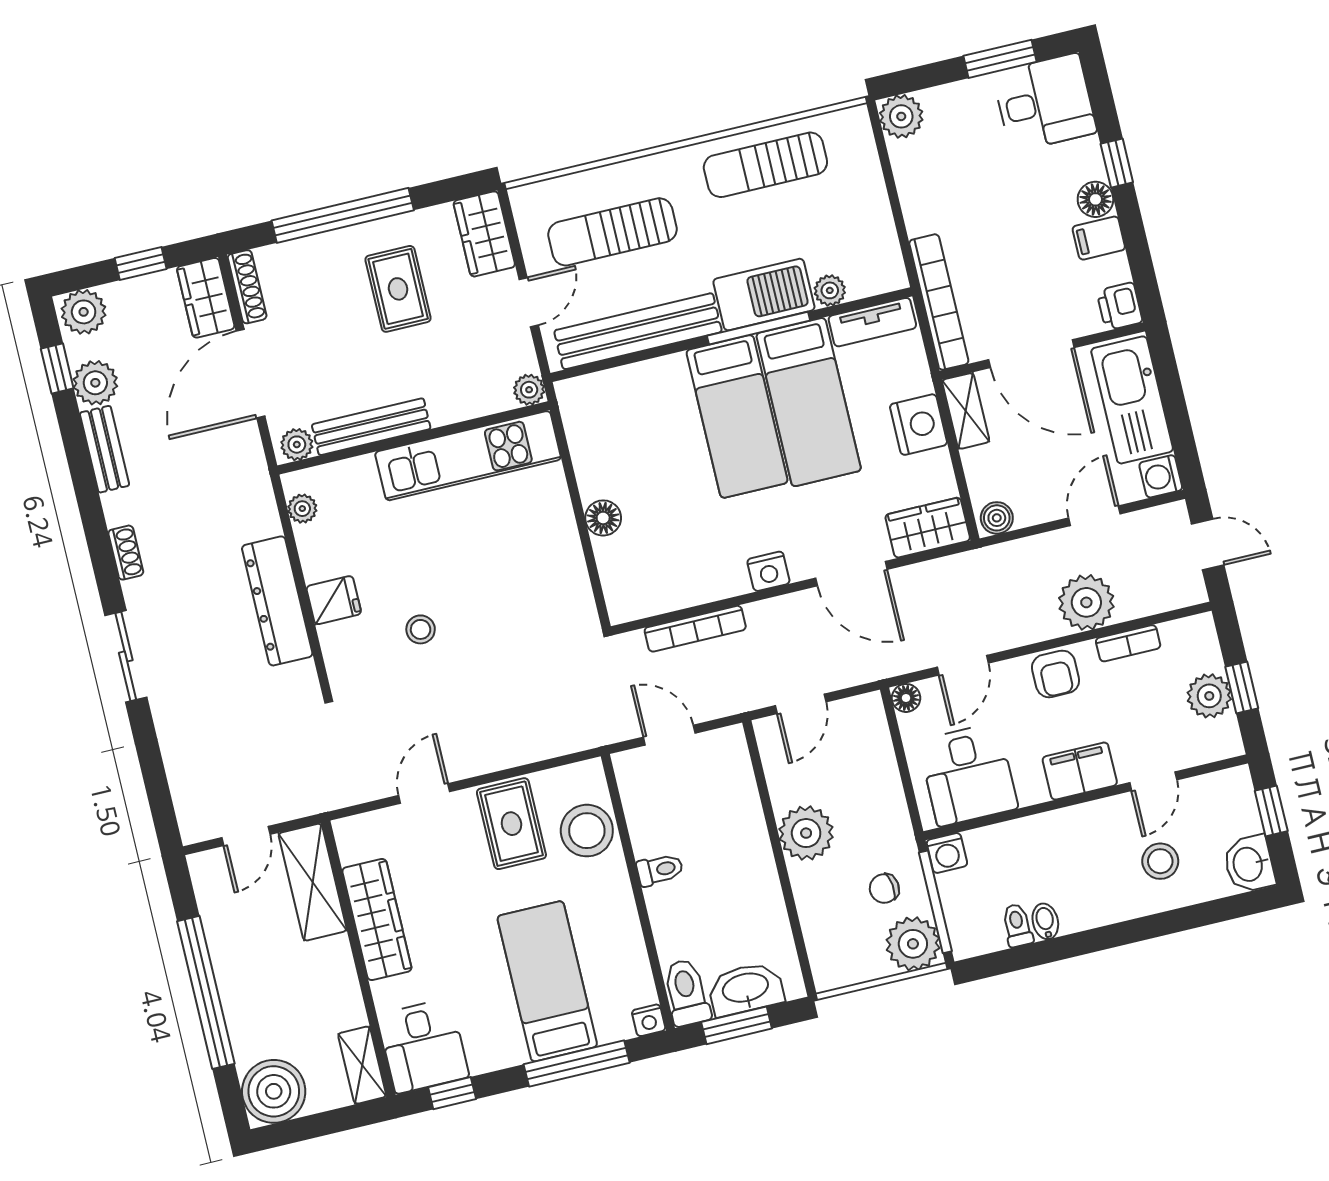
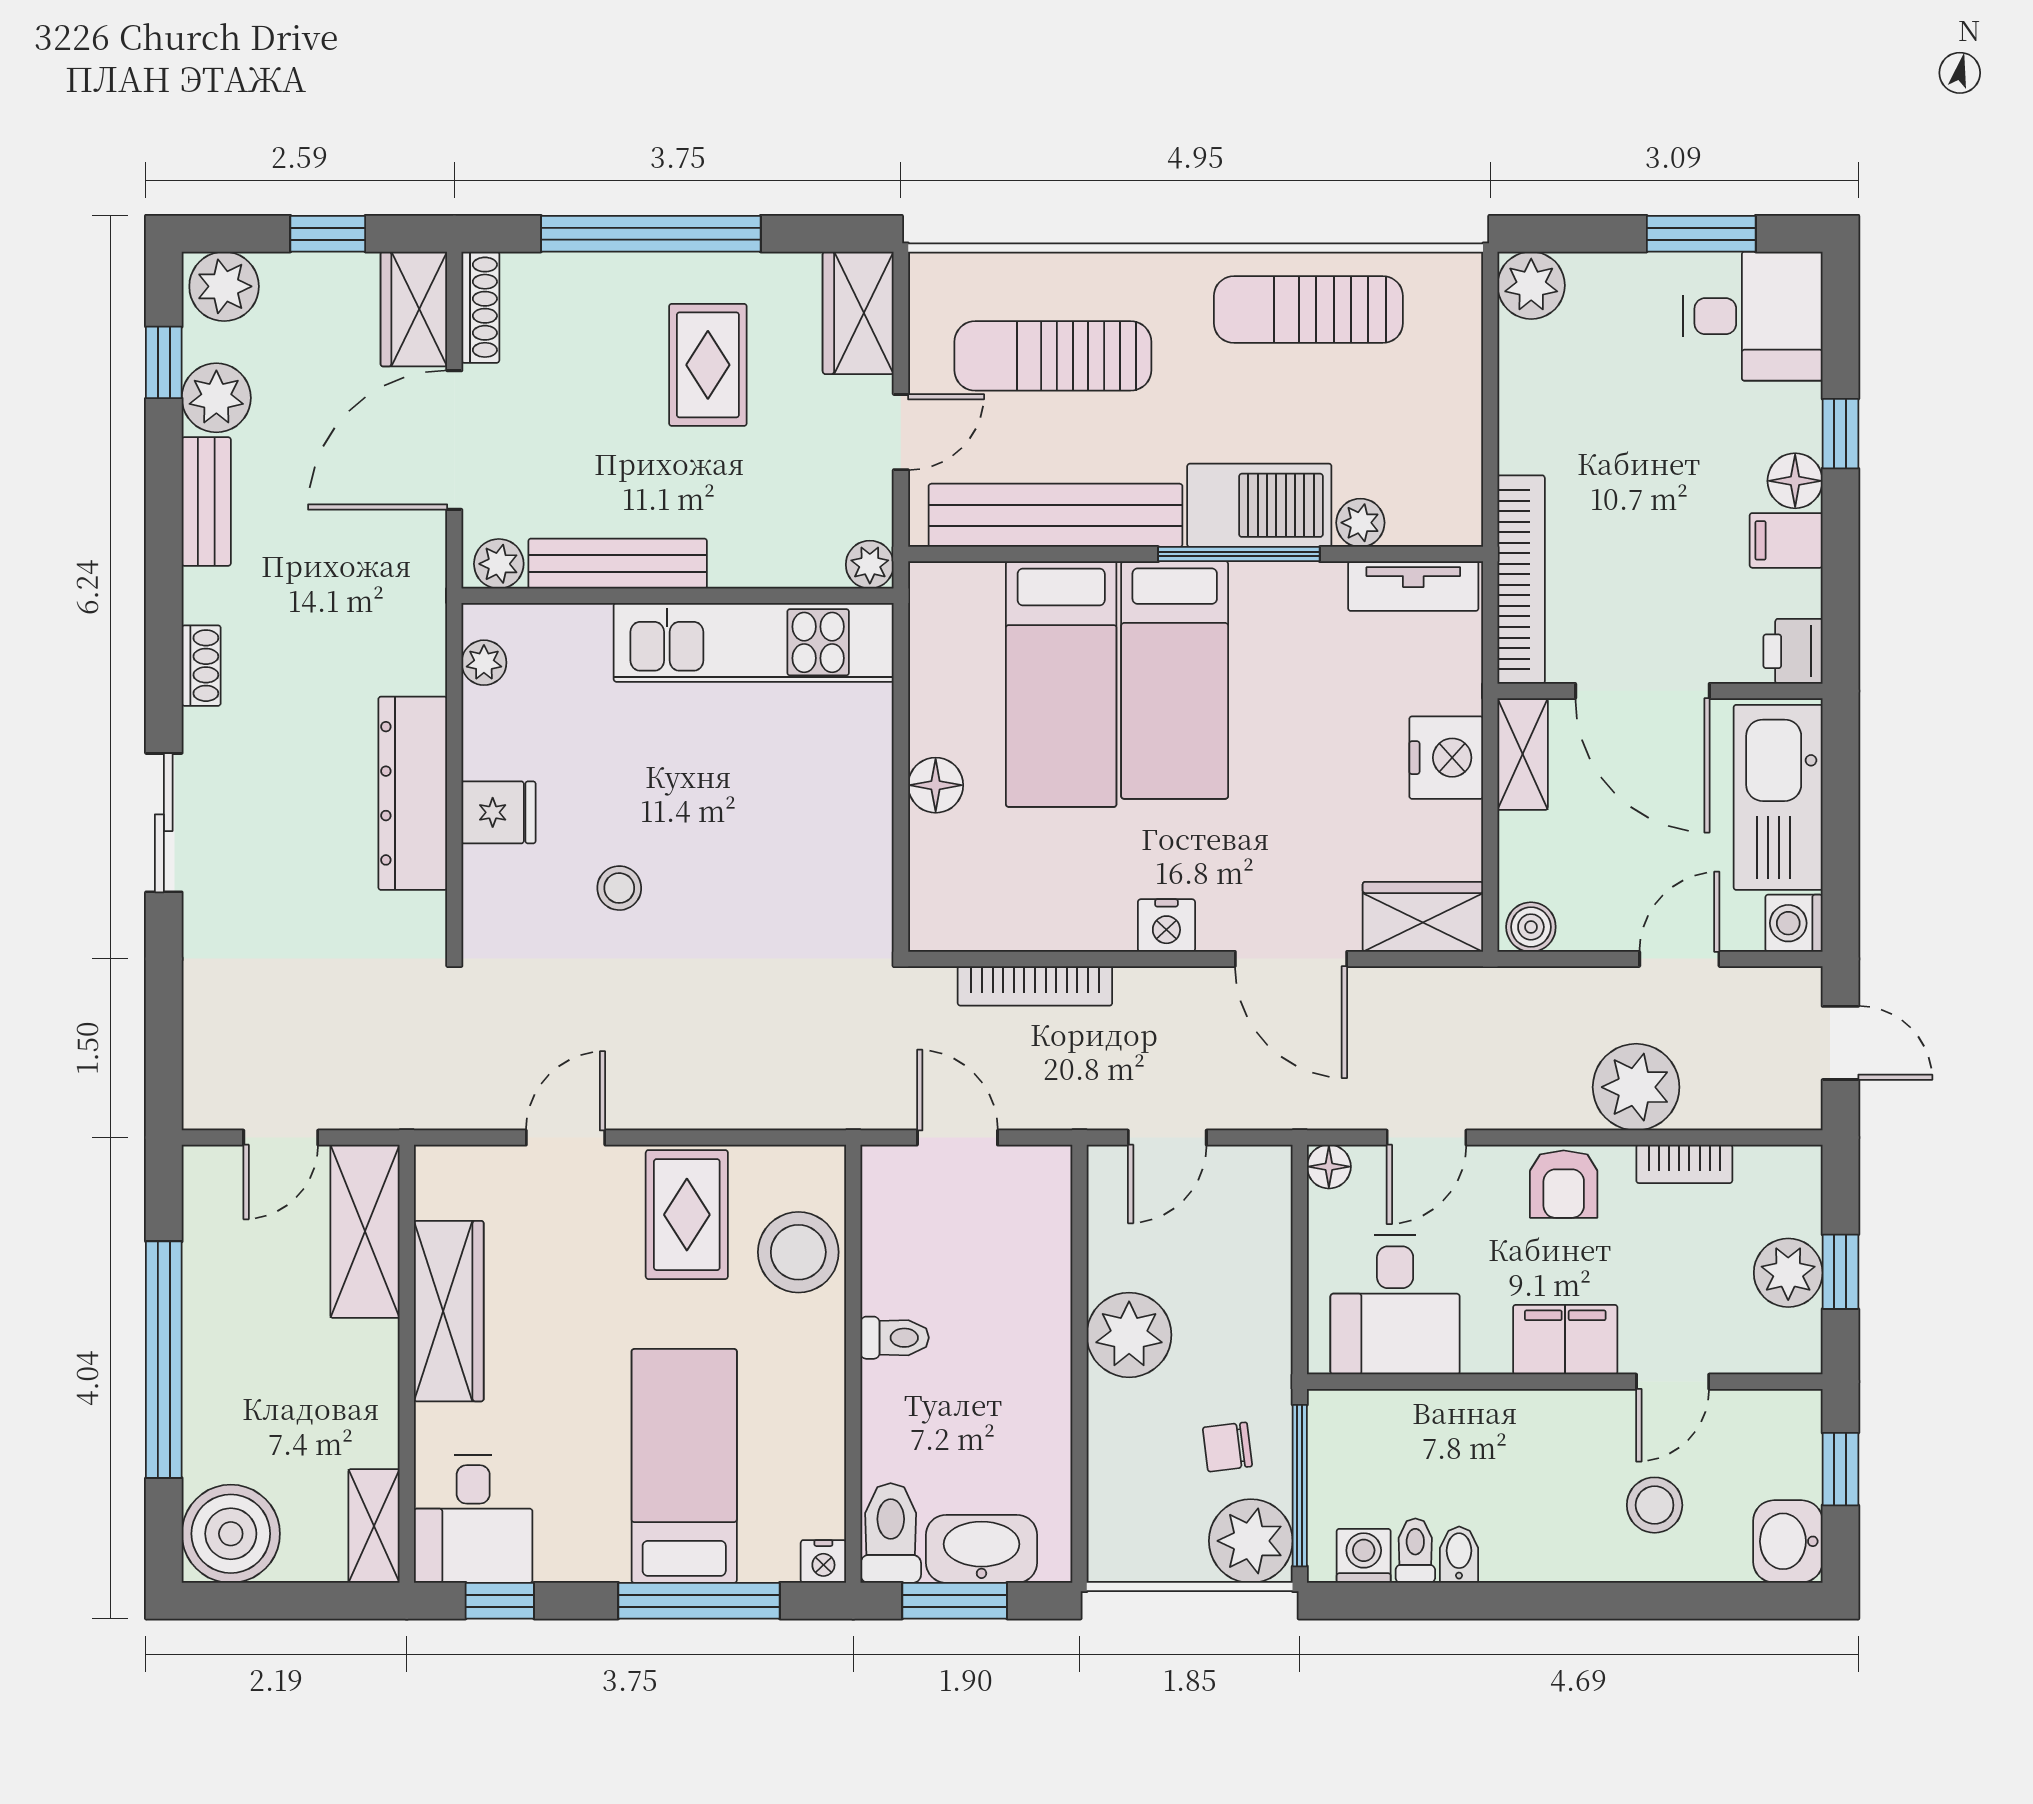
bed: (809, 402) -> (1061, 684), moved
washing machine: (947, 853) -> (1364, 1556), moved, turned 180

